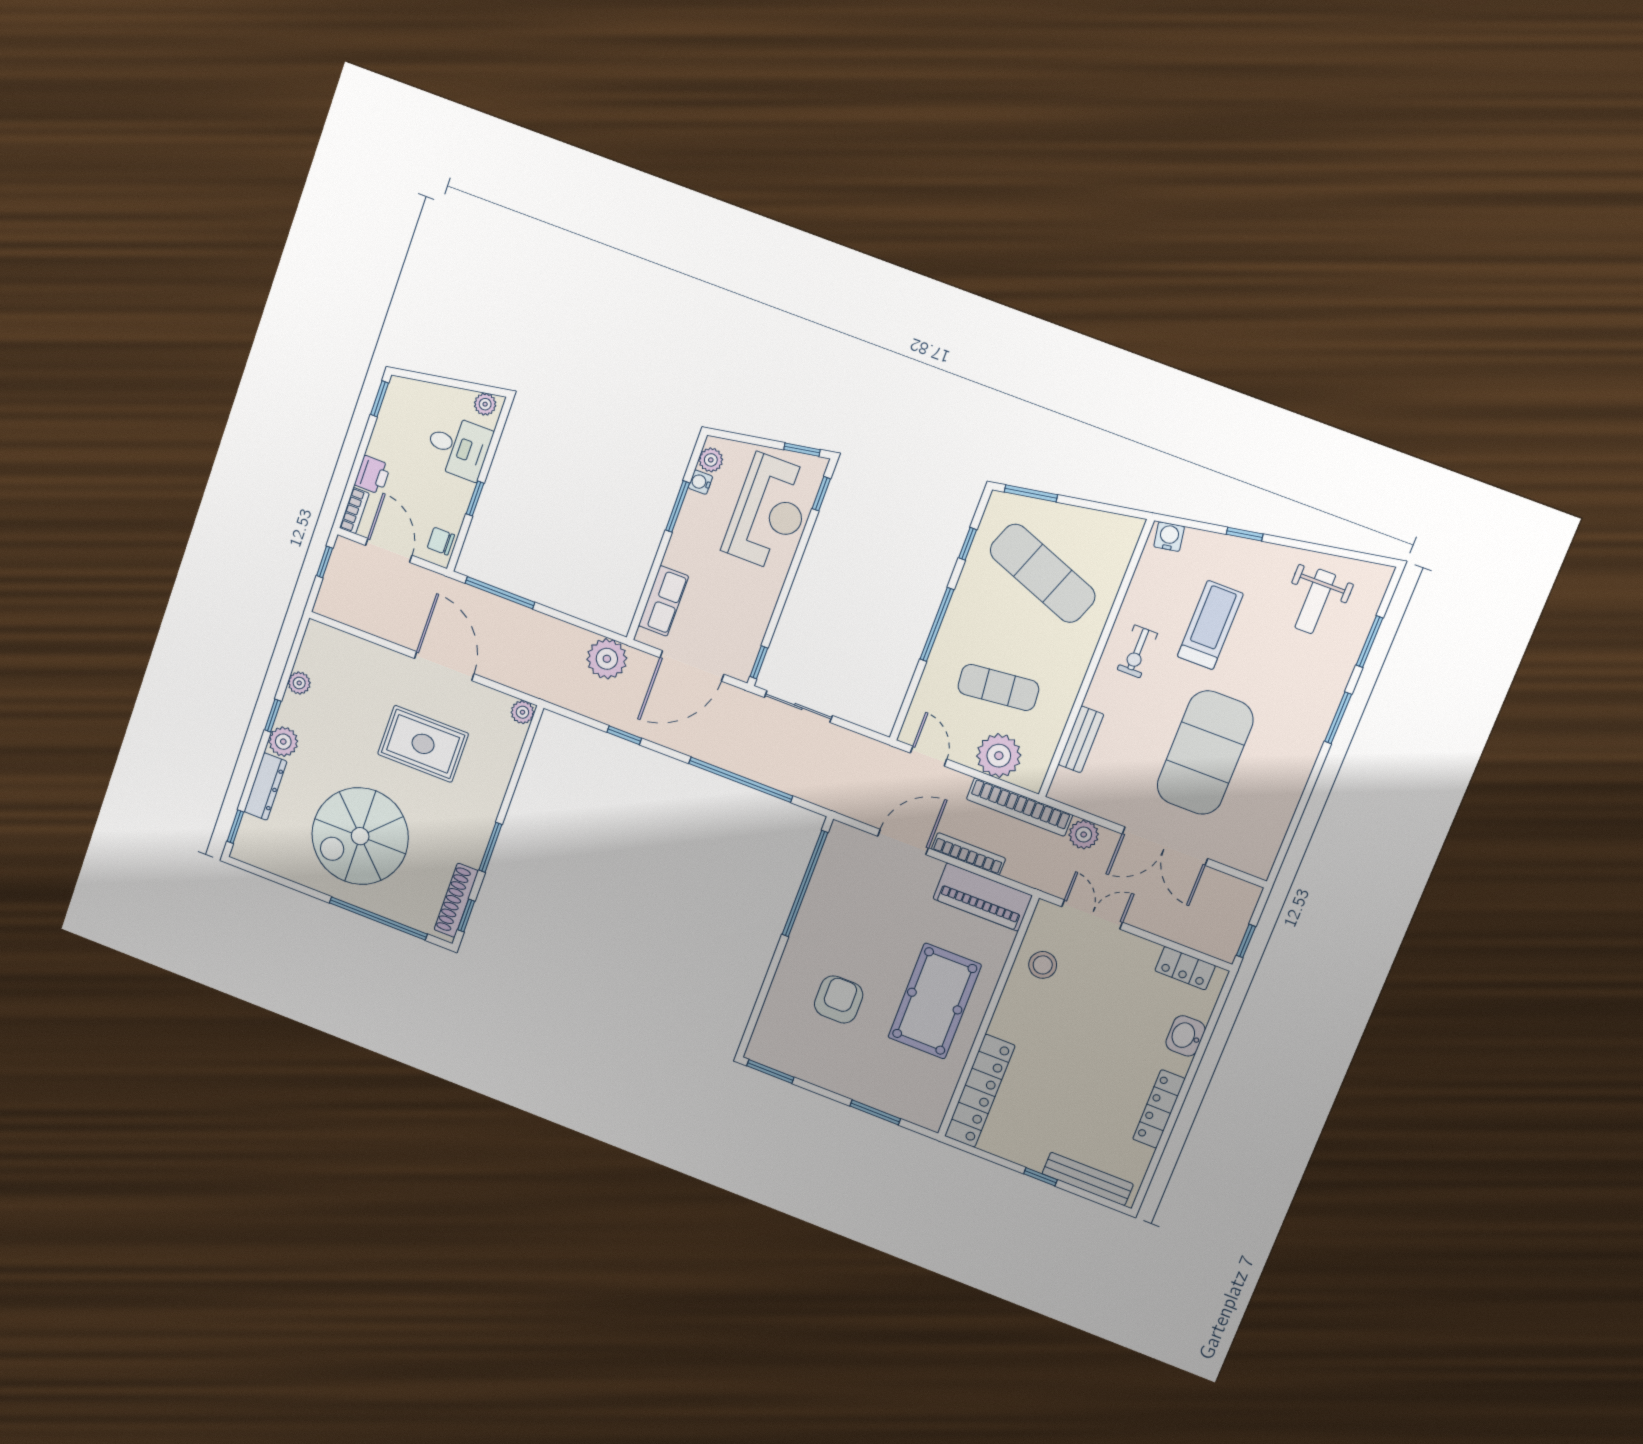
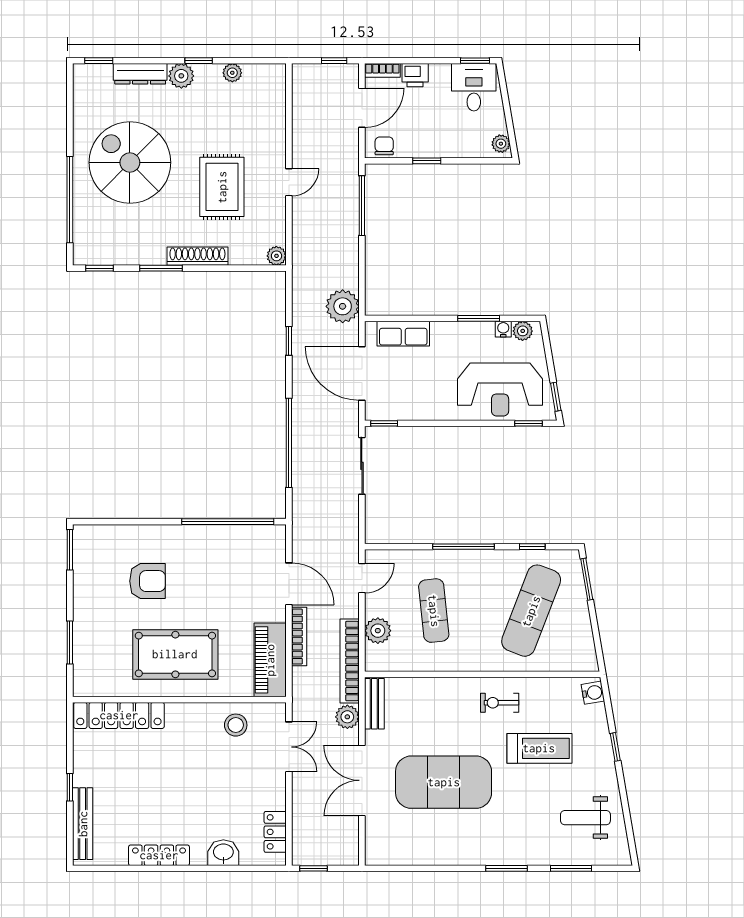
desk: (458, 447) -> (474, 87), moved, turned 180
door: (444, 666) -> (289, 182), width x0.53
bench: (1081, 739) -> (374, 704), moved, turned 90
plant: (999, 756) -> (378, 631), width x0.73, depth x0.73
shoe rack: (456, 900) -> (197, 256), moved

